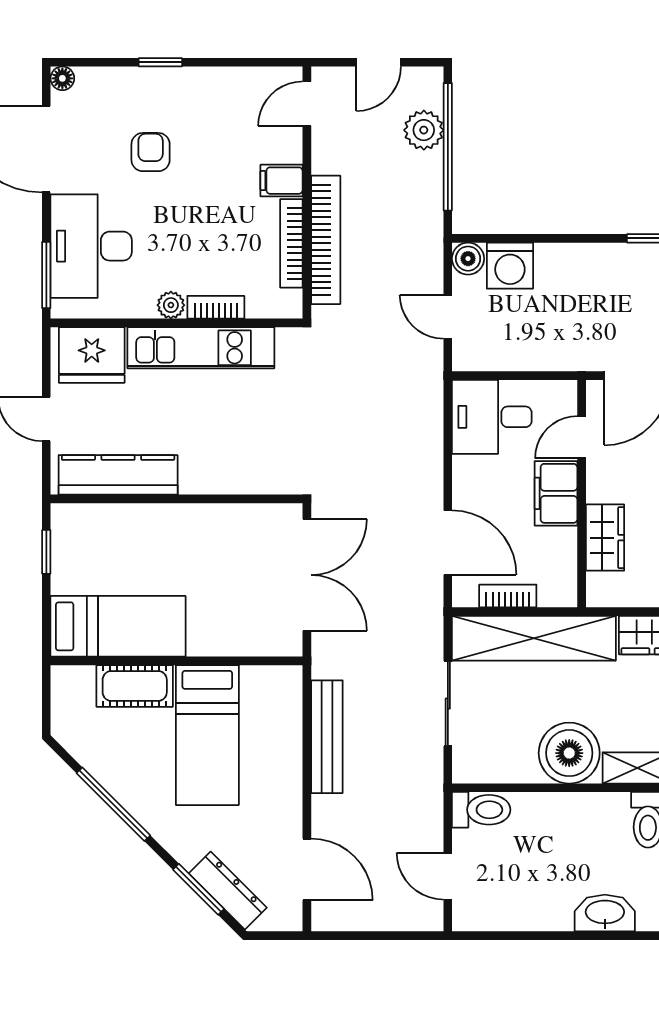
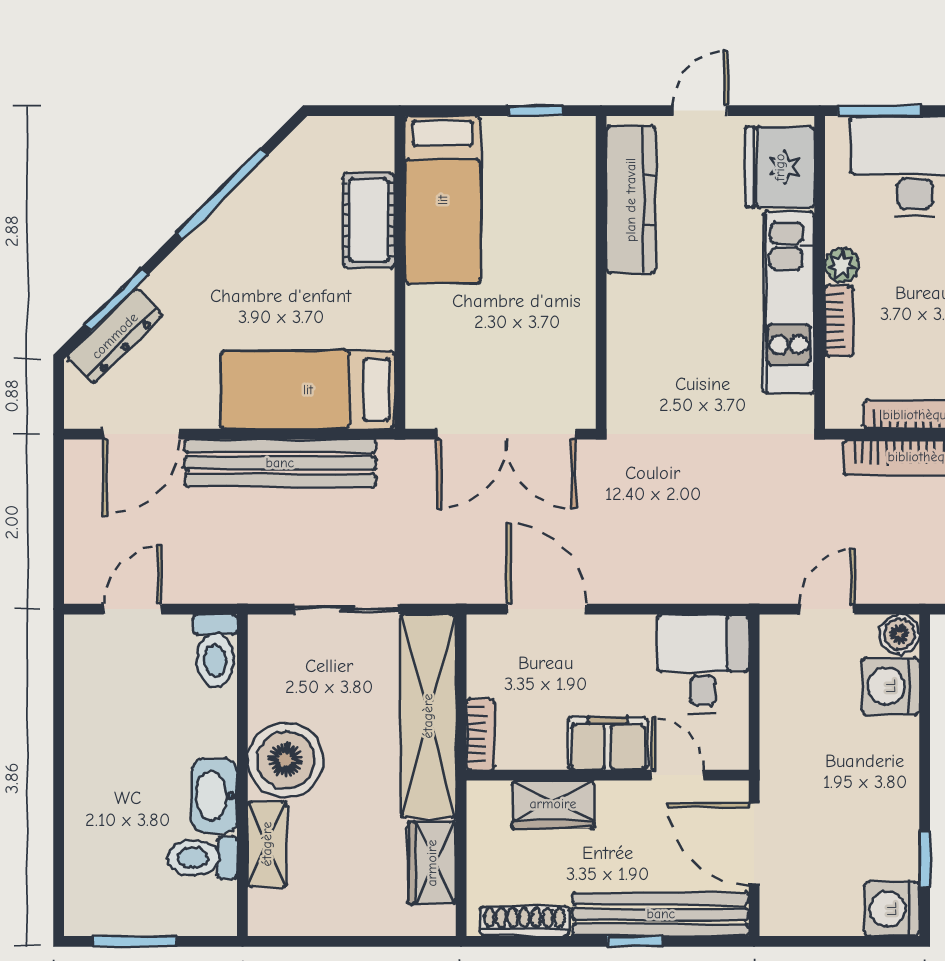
door: (448, 543) -> (547, 609), swing flipped
bookcase: (508, 596) -> (481, 734), moved
bed: (207, 735) -> (308, 390), moved
bench: (327, 737) -> (280, 463), width x1.37, depth x1.21
washbasin: (605, 913) -> (214, 796), moved, turned 180

